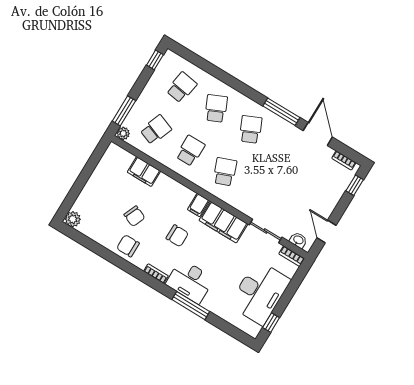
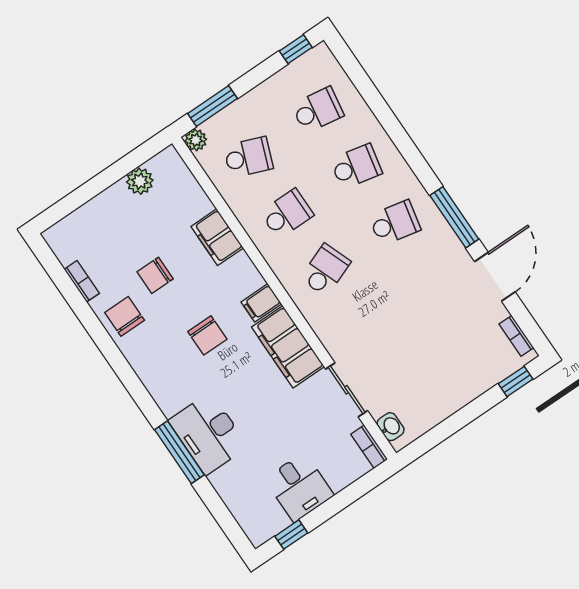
school desk: (216, 108) -> (356, 166), turned 36
school desk: (251, 129) -> (395, 223), turned 36
filing cabinet: (144, 172) -> (217, 237), moved
chair: (134, 216) -> (155, 275), turned 67
plant: (73, 219) -> (140, 181), moved
door: (326, 232) -> (440, 433), removed
bookcase: (156, 274) -> (82, 281), moved
desk: (190, 281) -> (208, 434), moved
desk: (260, 293) -> (299, 487), width x0.53, depth x0.77

